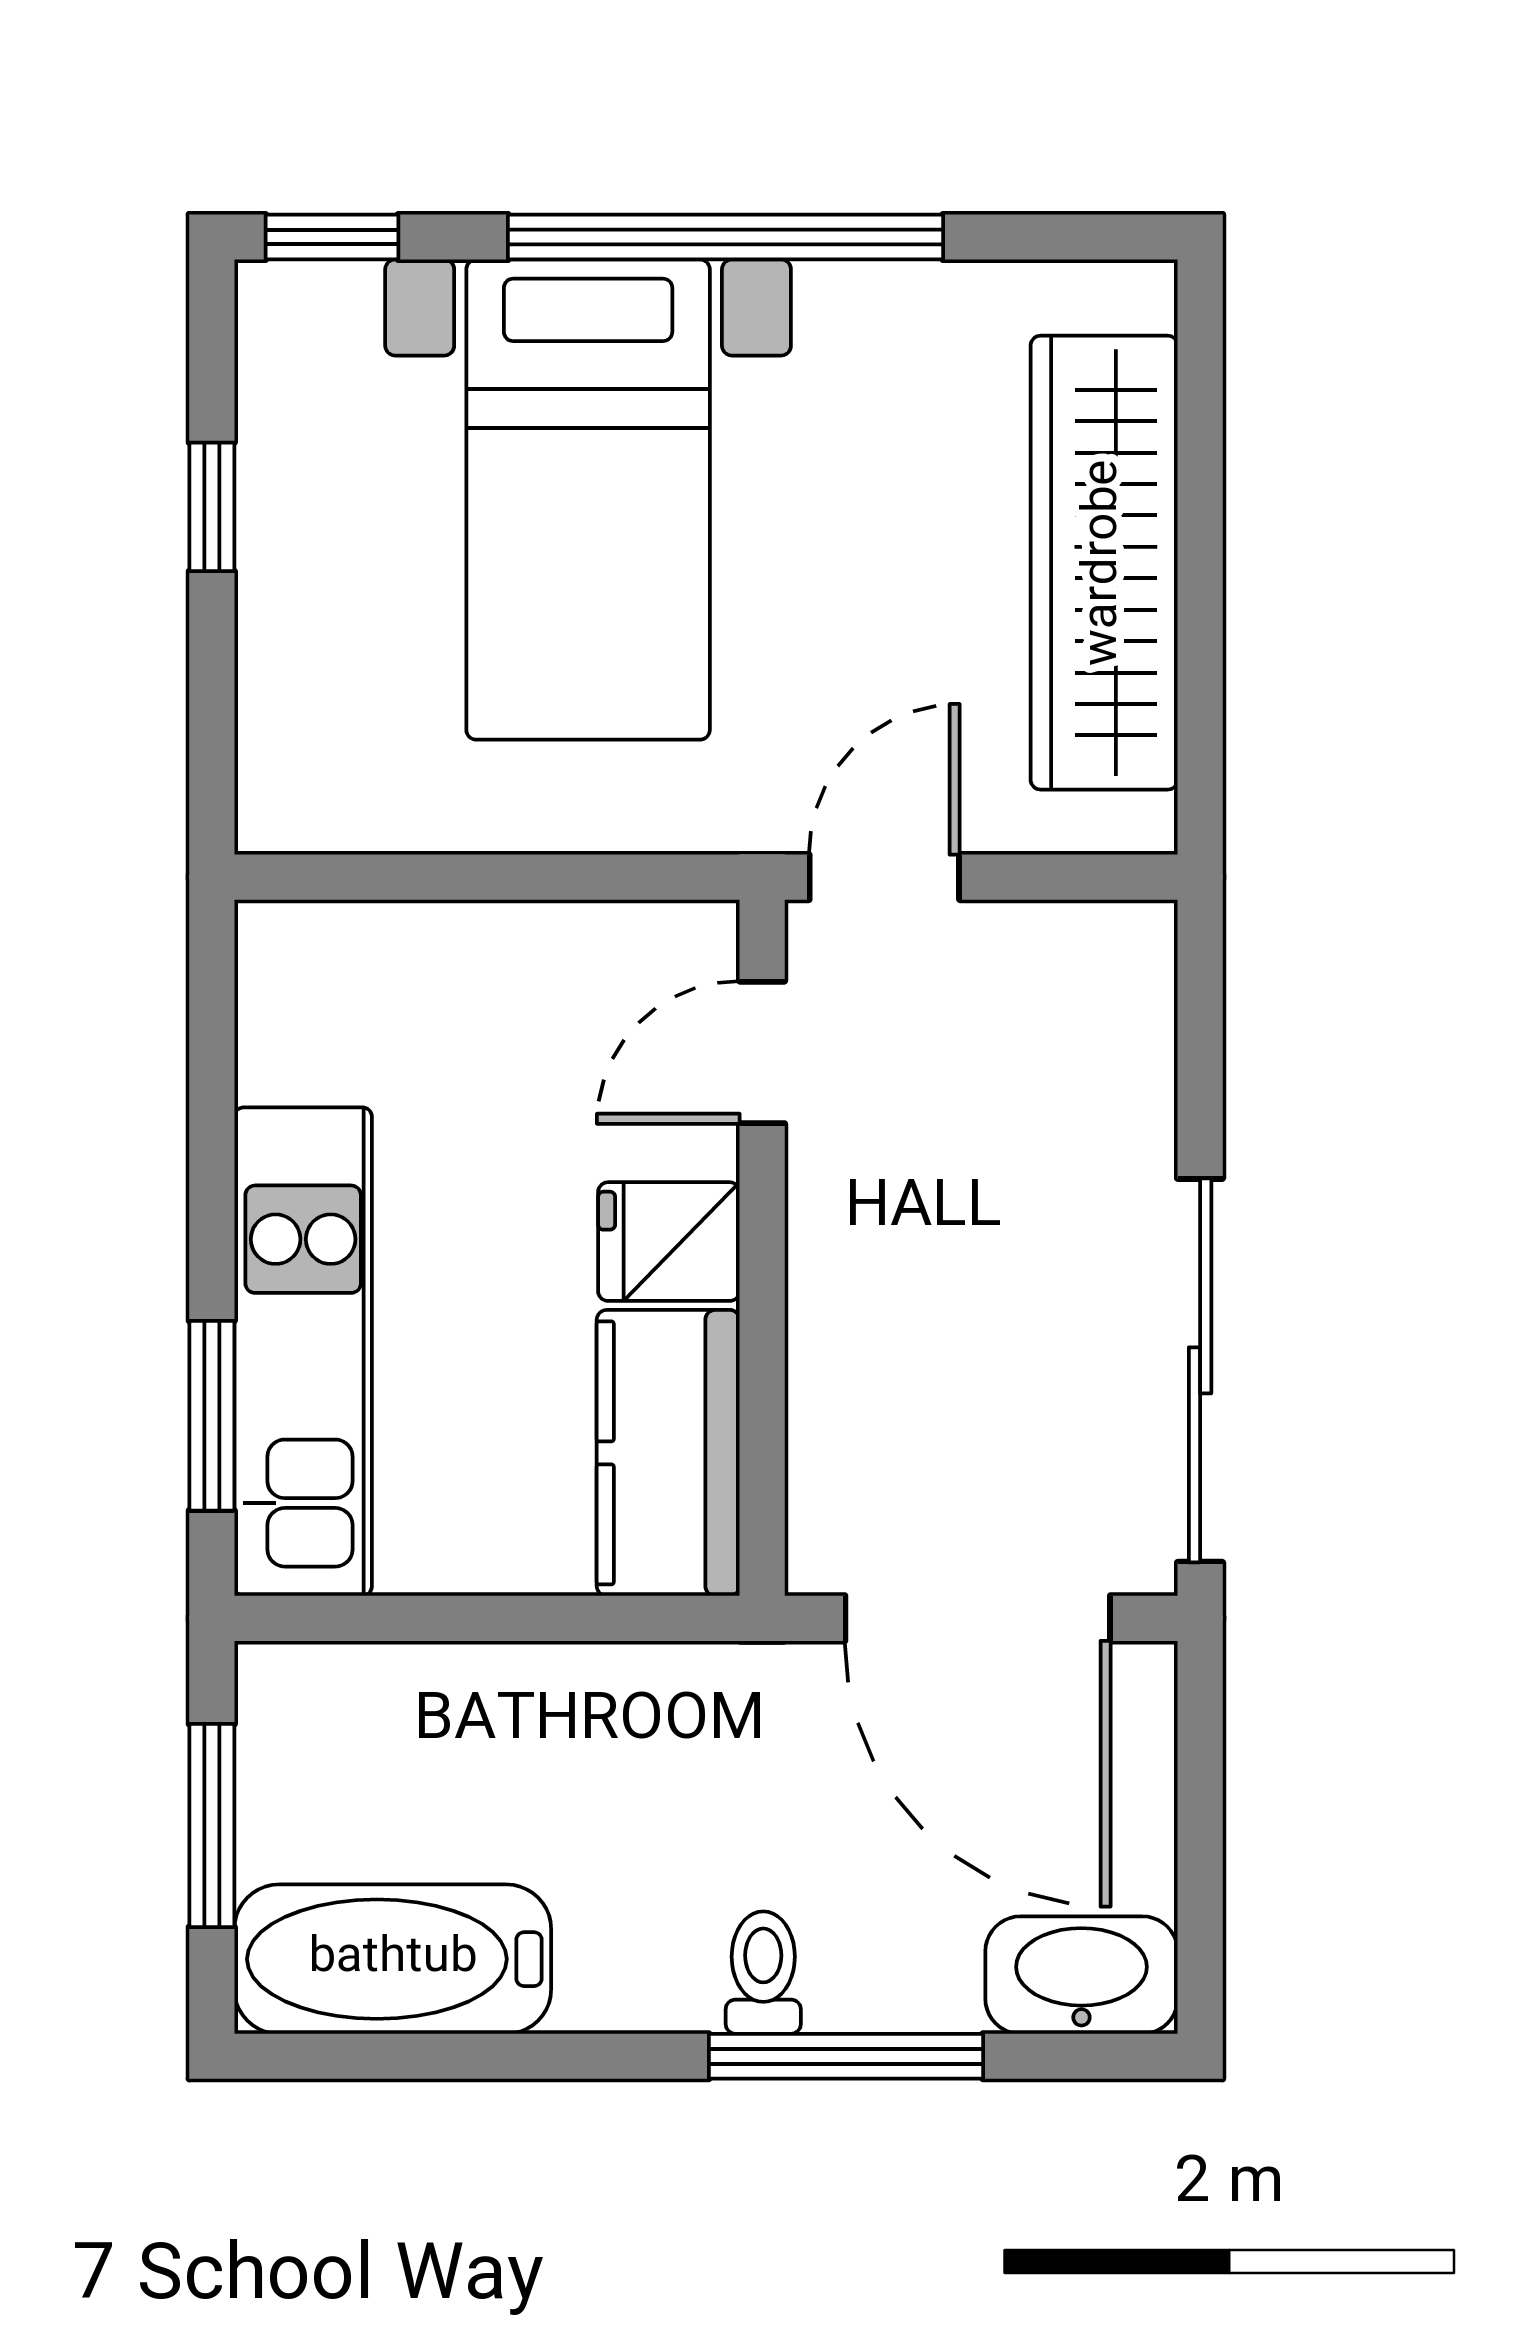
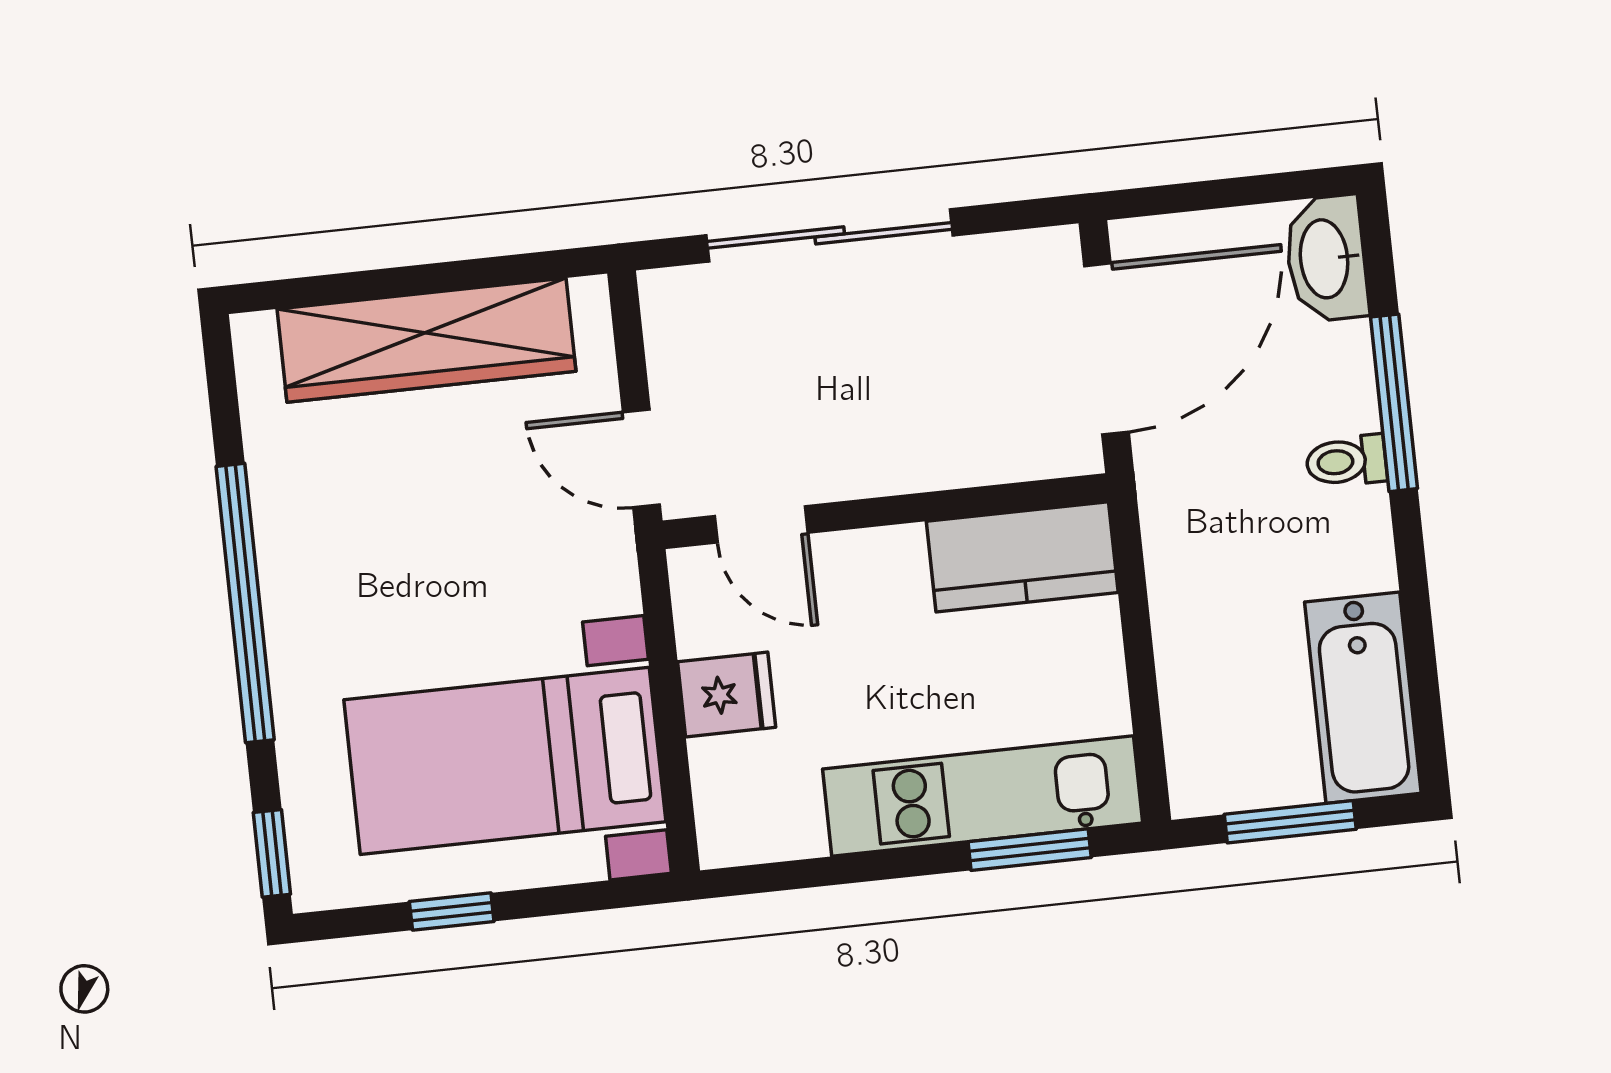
bed with nightstands: (588, 500) -> (505, 761), moved, turned 180
fridge: (669, 1242) -> (727, 695), moved, turned -90
sliding door: (1200, 1370) -> (830, 235), moved

